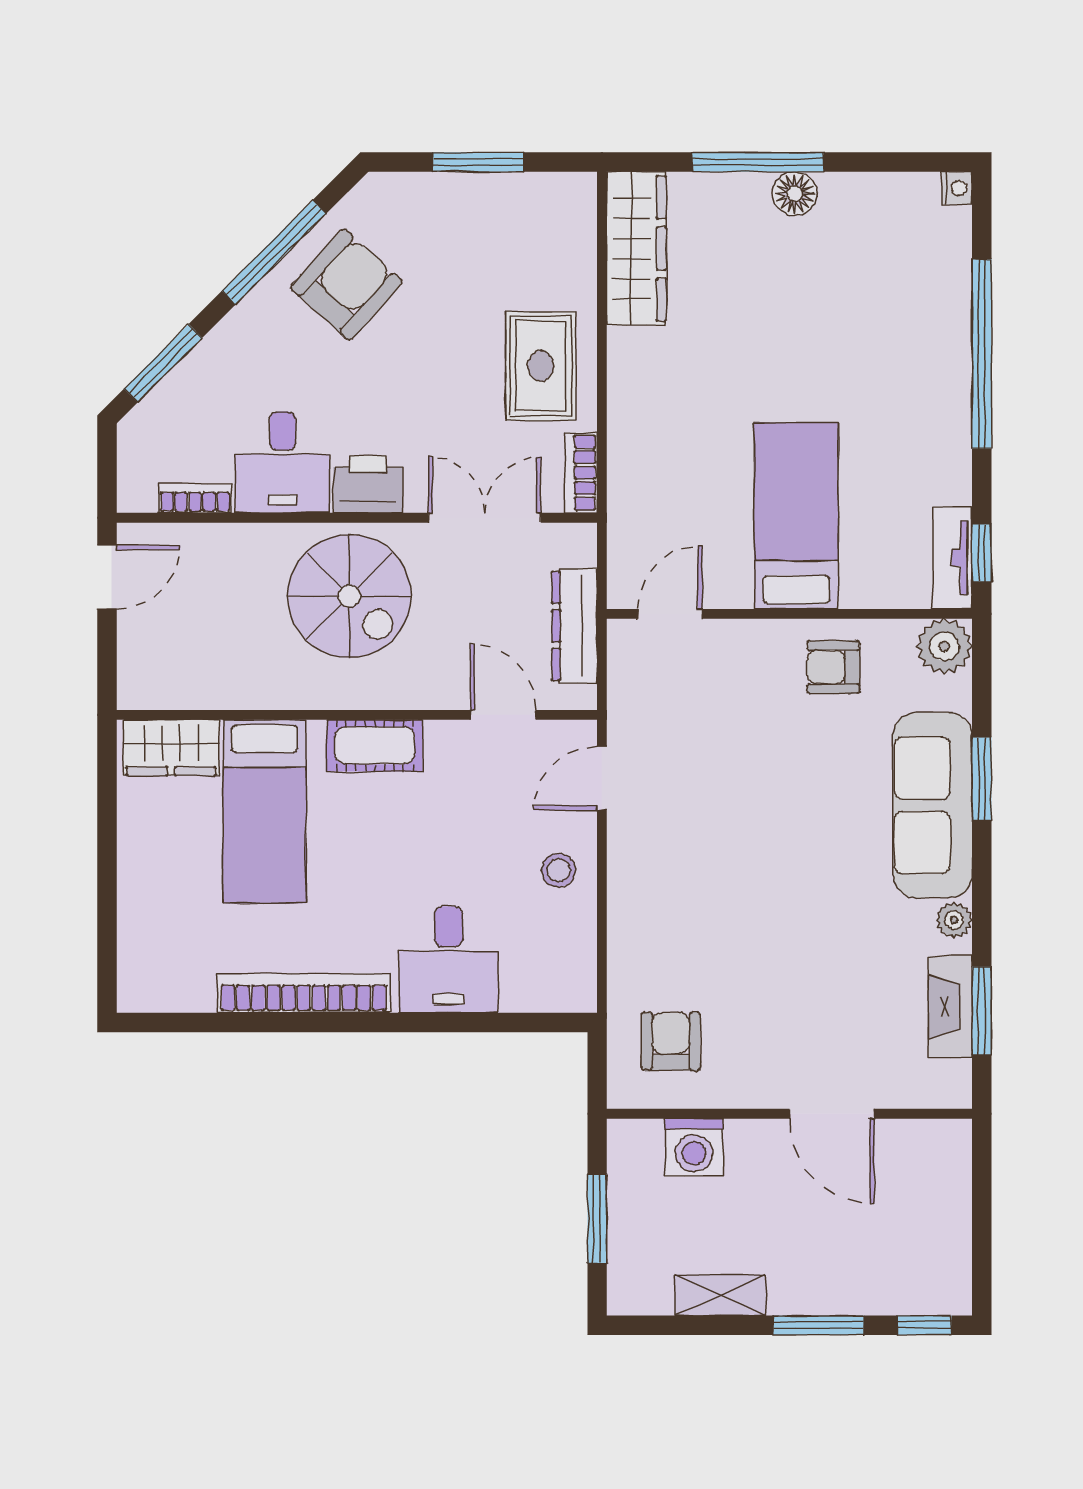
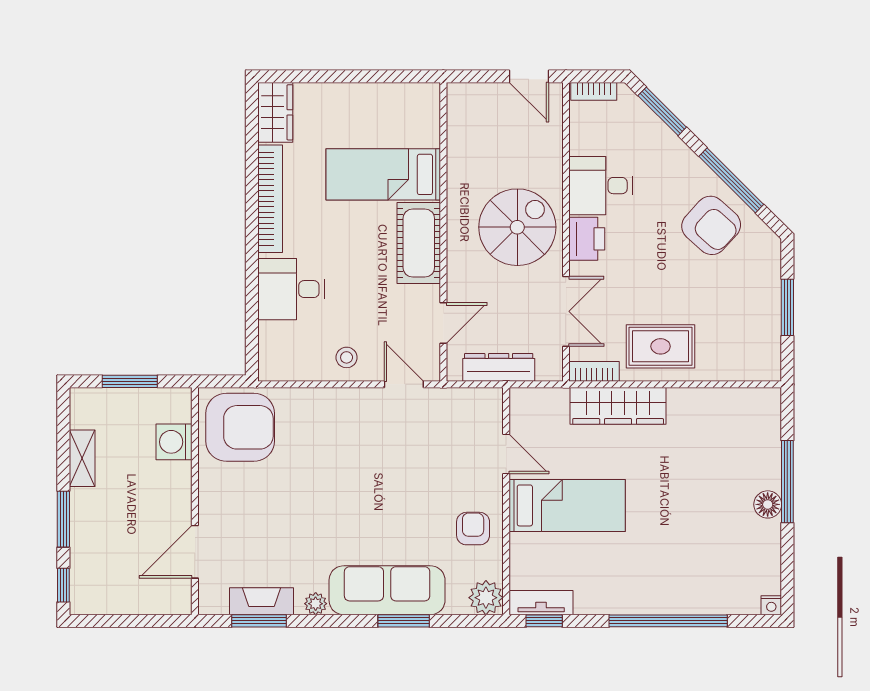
wardrobe: (636, 248) -> (618, 406), moved
bookcase: (195, 498) -> (594, 91), moved, turned 90
spiral stairs: (349, 596) -> (517, 227), turned 180
door: (670, 614) -> (506, 454), moved
cot: (375, 745) -> (419, 243), width x1.37, depth x1.34
wardrobe: (171, 748) -> (275, 112), moved, turned 180
armchair: (671, 1041) -> (240, 427), width x1.88, depth x1.88
door: (832, 1114) -> (195, 552), moved

